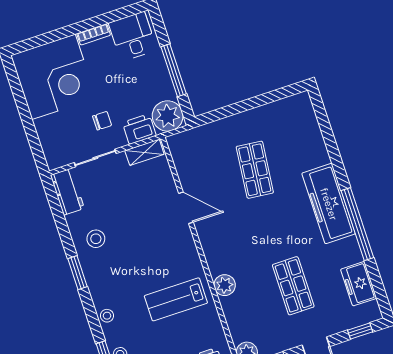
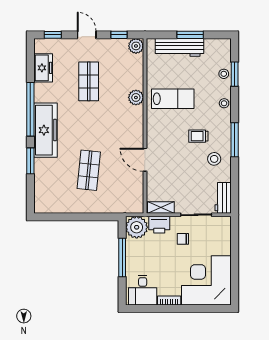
window: (335, 157) -> (30, 161), added
trolley: (126, 262) -> (198, 136), added
window: (77, 273) -> (235, 140), width x1.44

